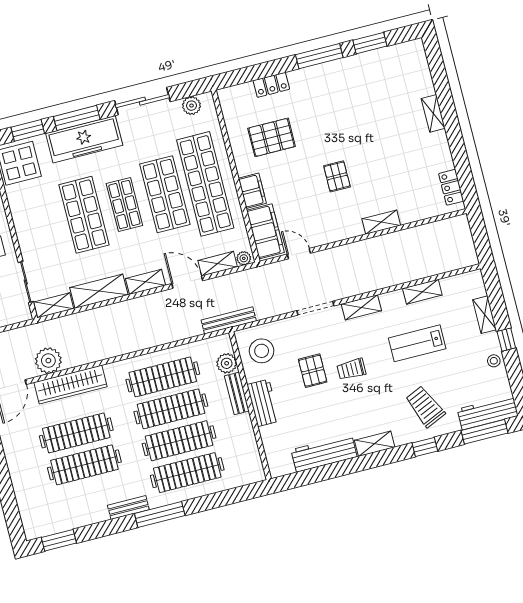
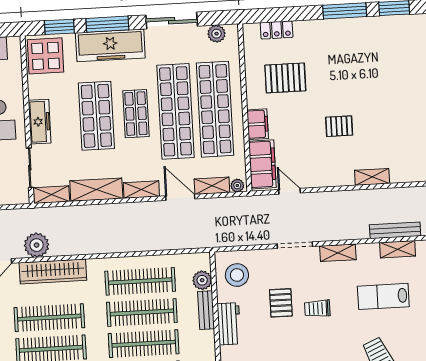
locker: (271, 85) -> (277, 30), moved
pallet: (337, 176) -> (339, 126), turned 90
shop shelf: (165, 194) -> (175, 111), width x1.40
freezer: (26, 232) -> (40, 122), added
bench: (229, 320) -> (395, 230), moved

